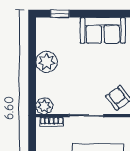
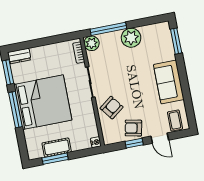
window: (60, 14) -> (176, 41), width x1.50
window: (32, 85) -> (108, 29), added

